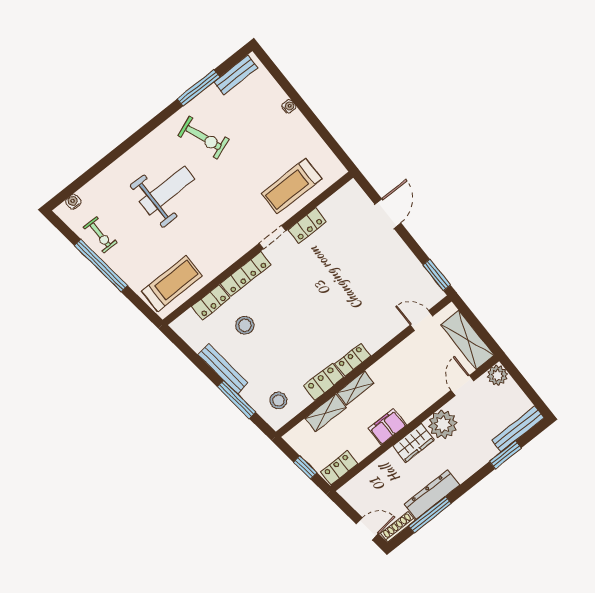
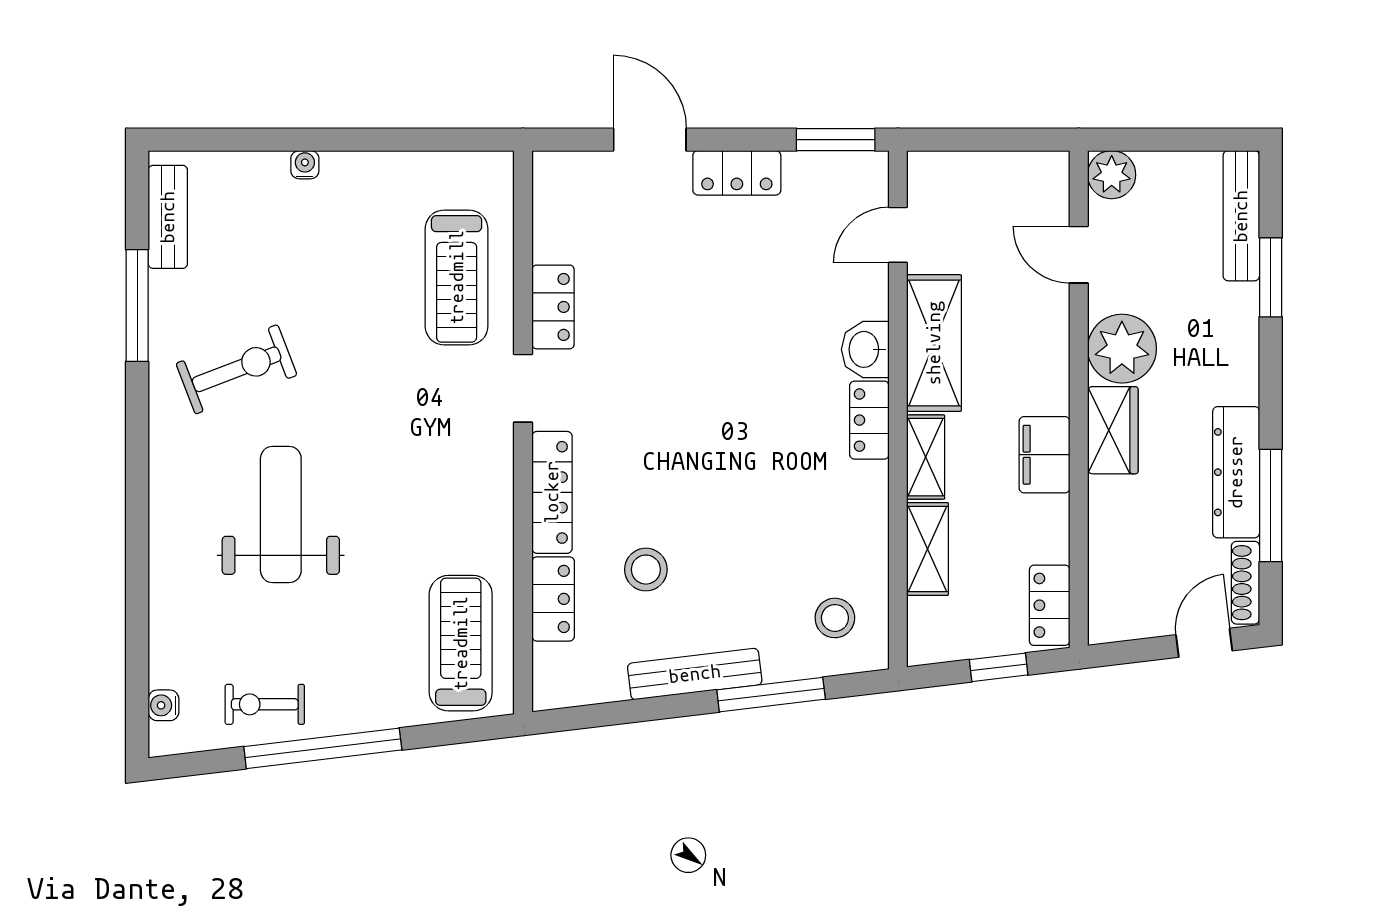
exercise bike: (100, 235) -> (265, 704), turned 180
washbasin: (375, 340) -> (865, 349), added
shelving: (467, 340) -> (934, 343), moved, turned 90
locker: (324, 382) -> (737, 173), moved, turned -90

